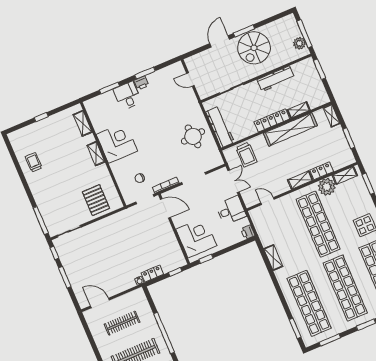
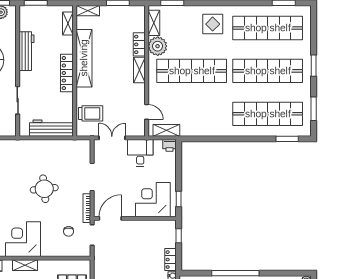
shelving: (299, 110) -> (68, 24), moved
round table: (193, 136) -> (44, 189), moved
door: (268, 201) -> (147, 112), swing flipped
shelving: (273, 258) -> (166, 130), moved

